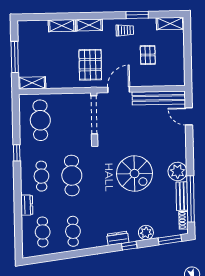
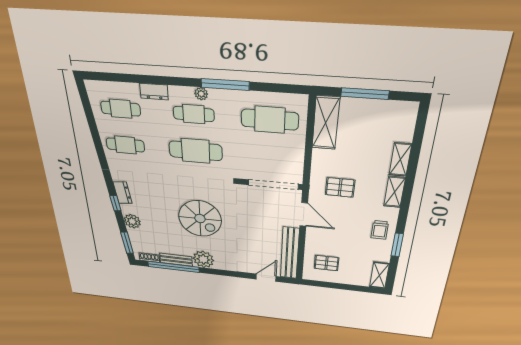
pallet: (148, 55) -> (326, 263), moved
pallet: (90, 65) -> (340, 187), width x0.67, depth x0.71
shelving: (32, 83) -> (326, 123), width x1.50, depth x1.33
window: (17, 153) -> (225, 84), width x2.17
plant: (25, 170) -> (201, 94), added
spiral stairs: (135, 174) -> (200, 219), turned -90

